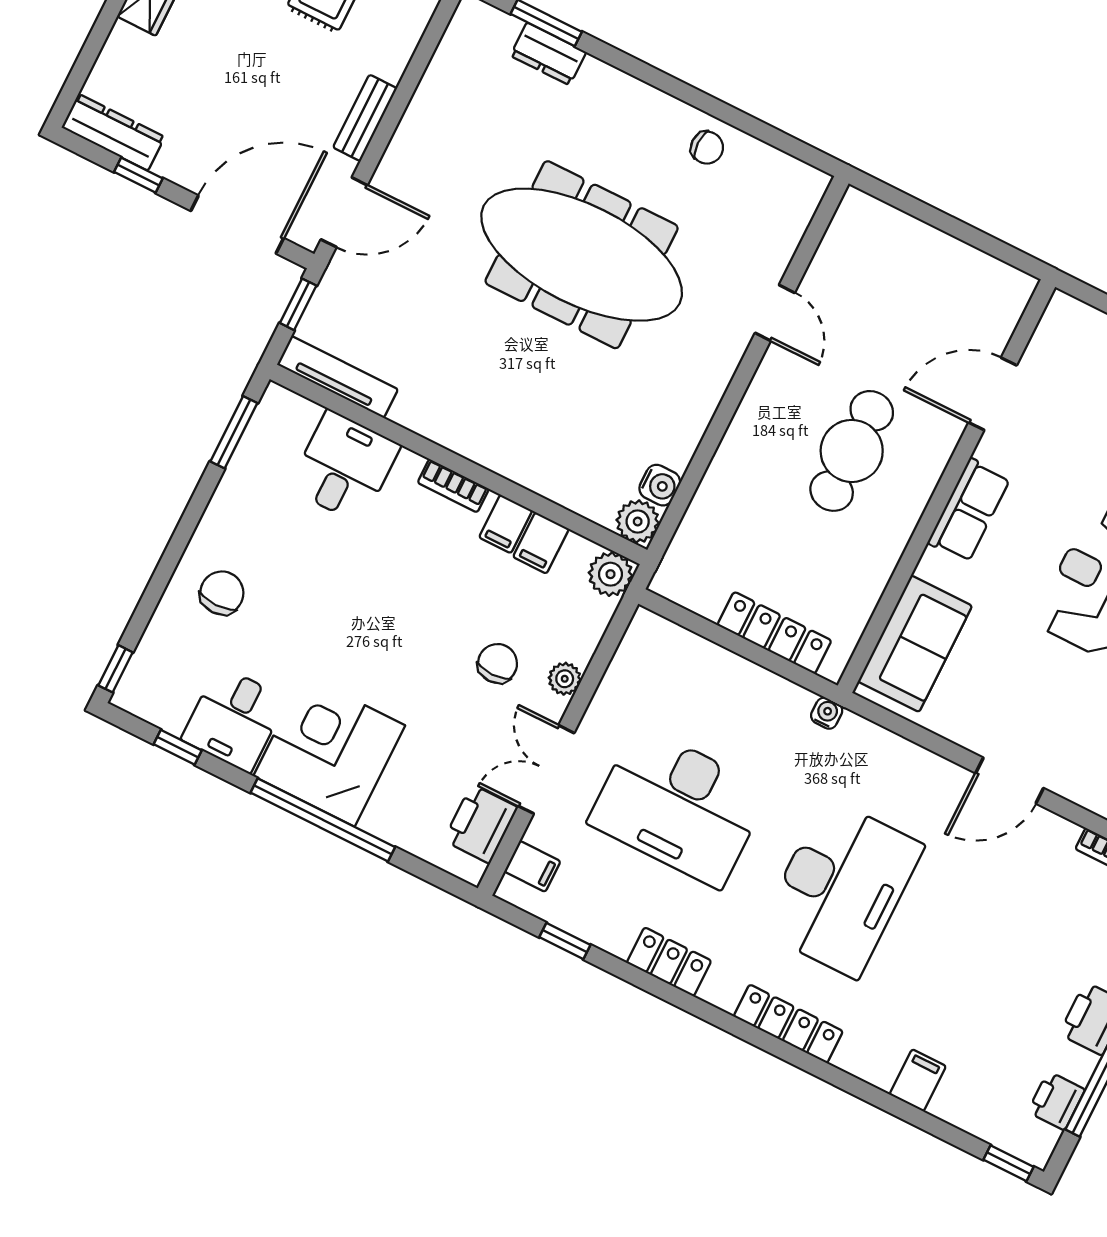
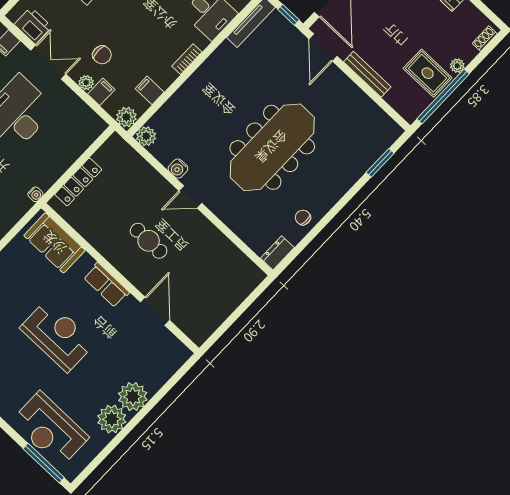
dresser: (548, 54) -> (277, 253), moved
bench: (365, 118) -> (367, 74), width x1.36
chair: (707, 148) -> (303, 217), turned 93
door: (775, 313) -> (190, 197), moved
cafe table: (852, 451) -> (149, 241), width x0.73, depth x0.74
water cooler: (660, 485) -> (178, 169), moved
filing cabinet: (506, 524) -> (101, 92), moved, turned 90

